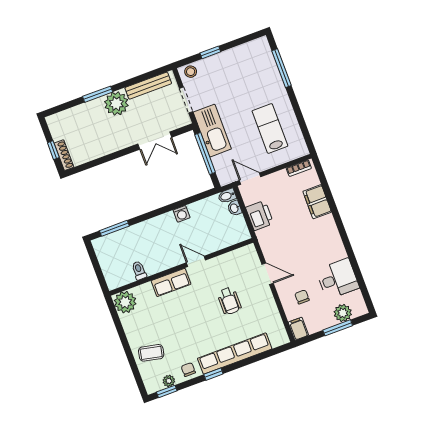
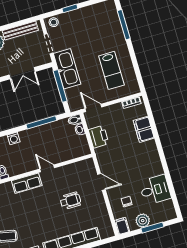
lab bench: (270, 129) -> (111, 70), turned 180
window: (184, 202) -> (41, 122), added
washing machine: (182, 214) -> (14, 138), moved
wheelchair: (229, 301) -> (70, 201), turned -90
plant: (343, 313) -> (143, 221), moved

